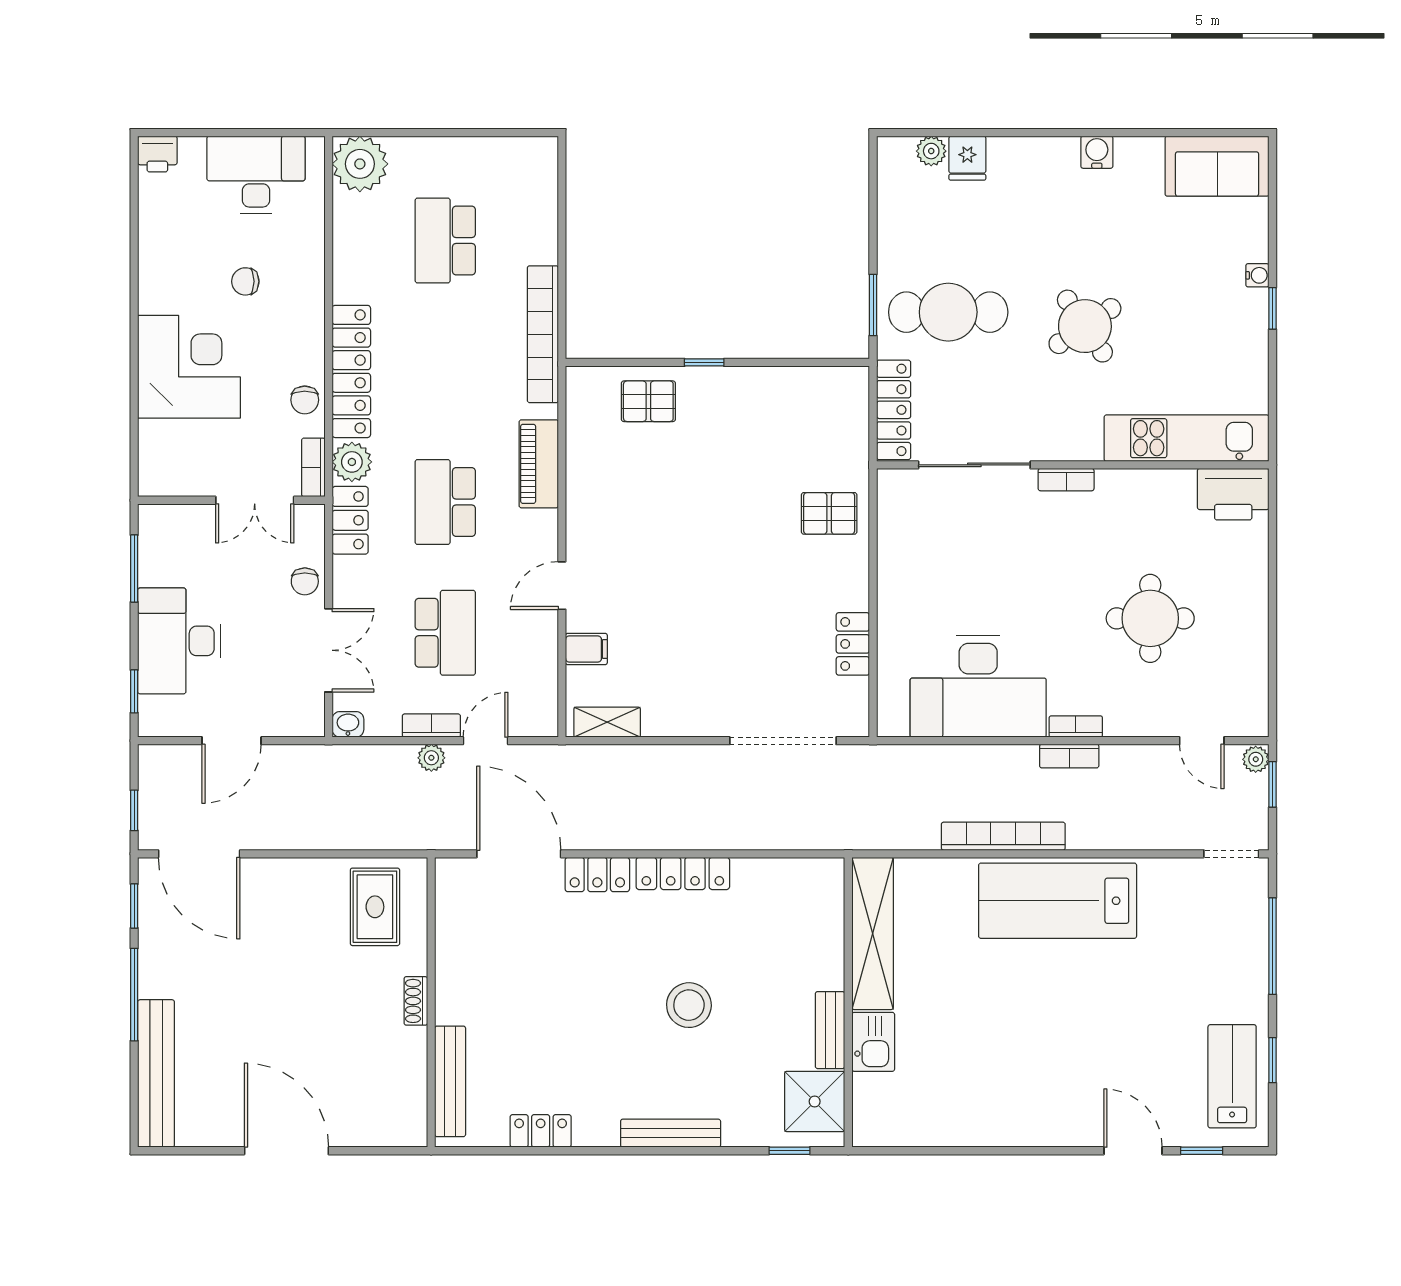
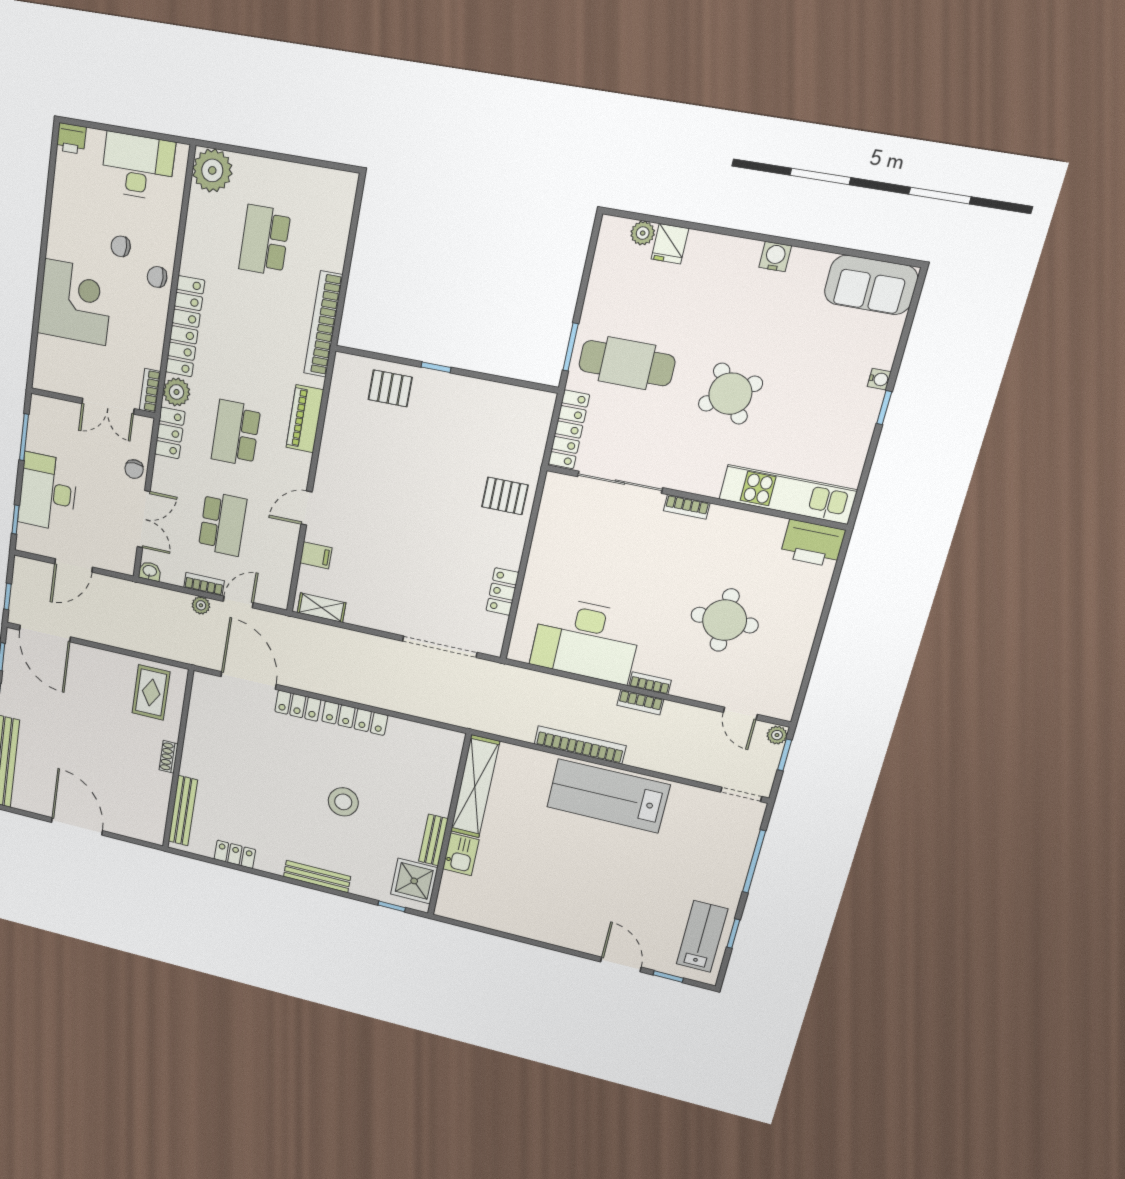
chair: (305, 400) -> (157, 277), moved, turned 90

